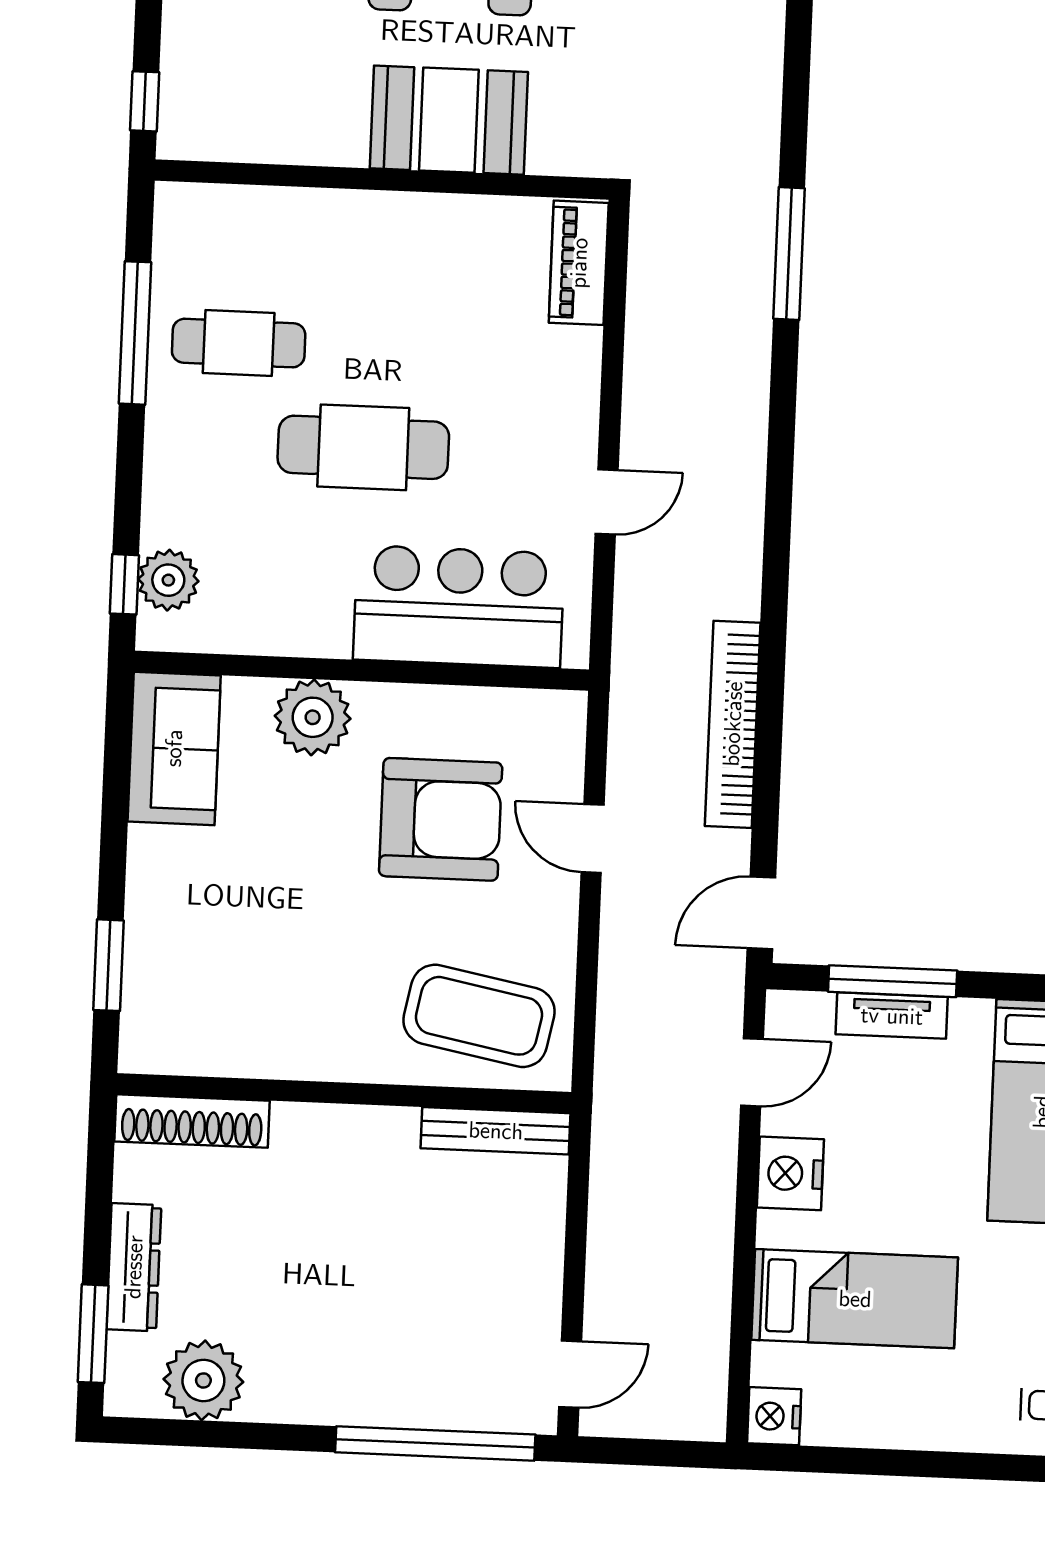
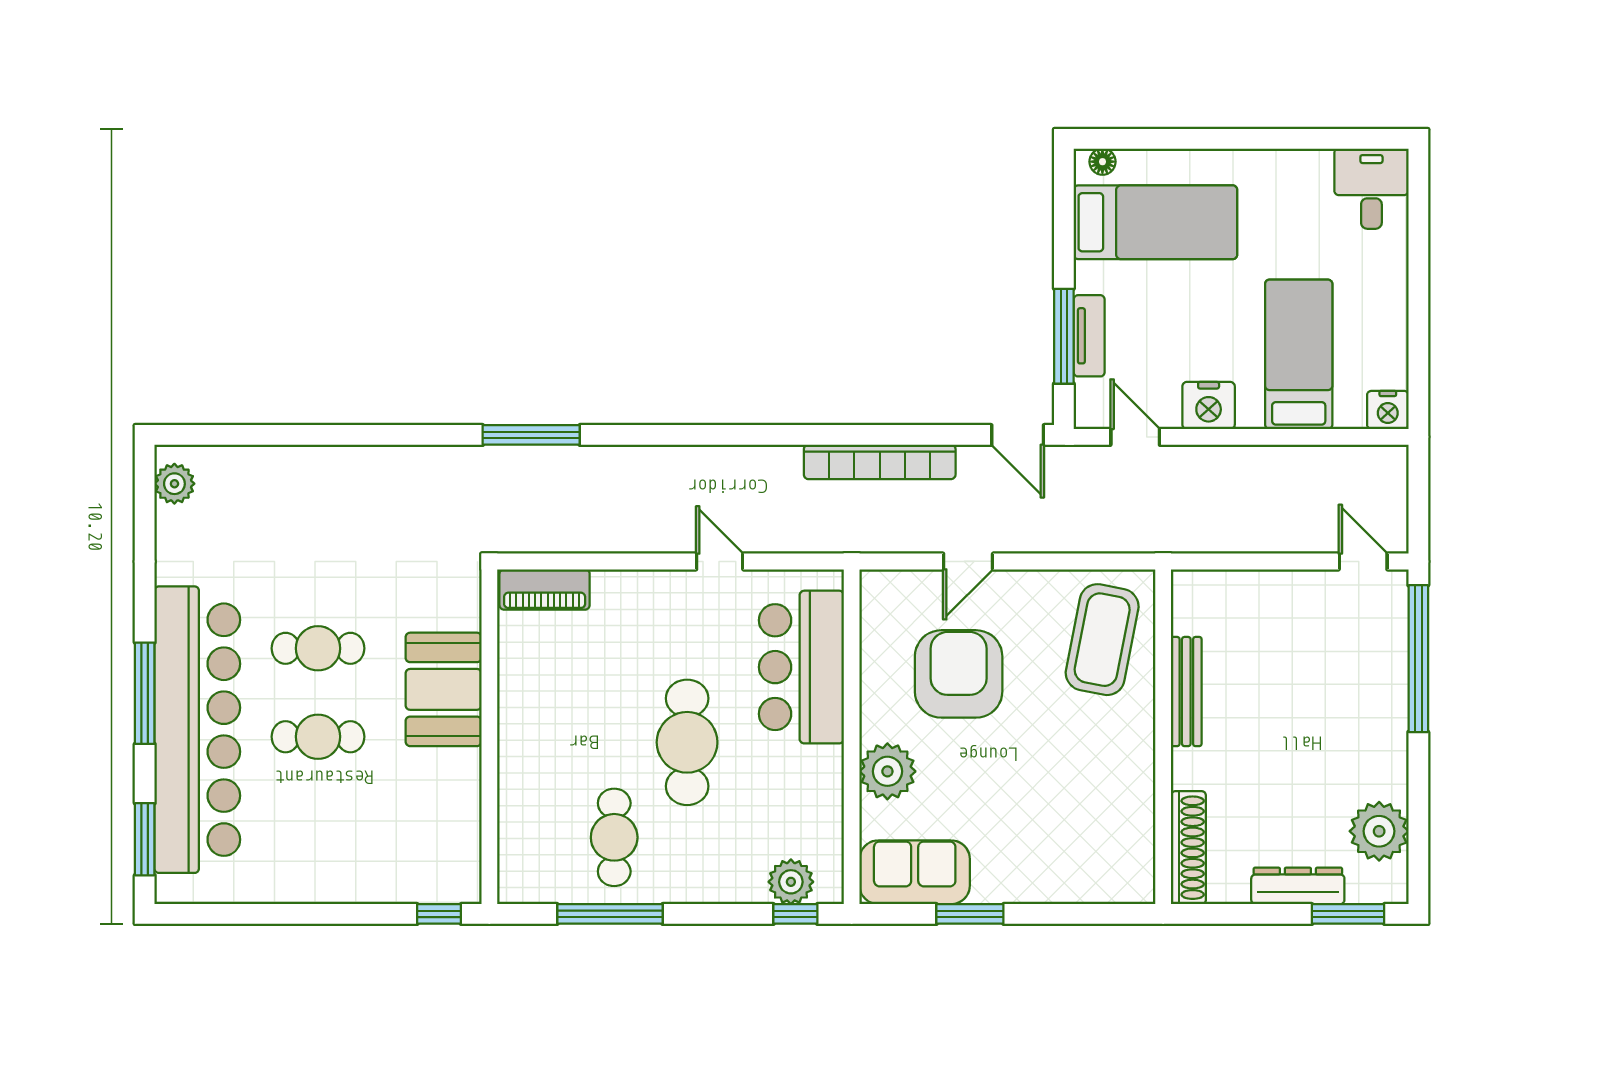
window: (108, 965) -> (970, 914), moved
bench: (496, 1131) -> (1186, 692), moved

